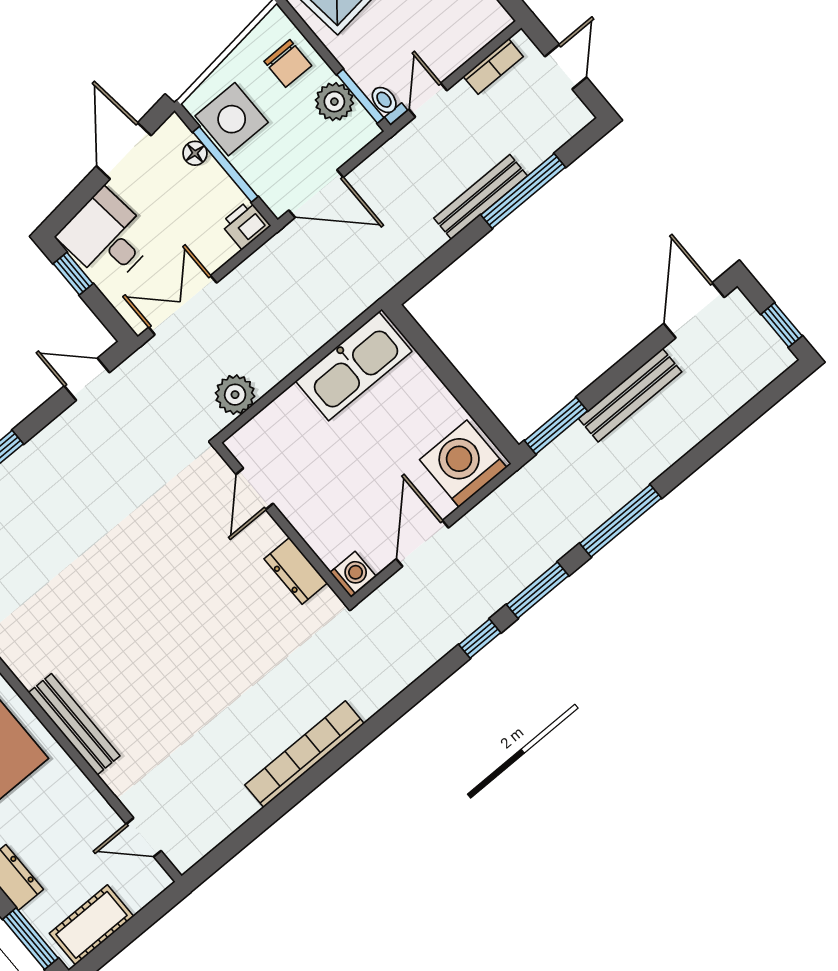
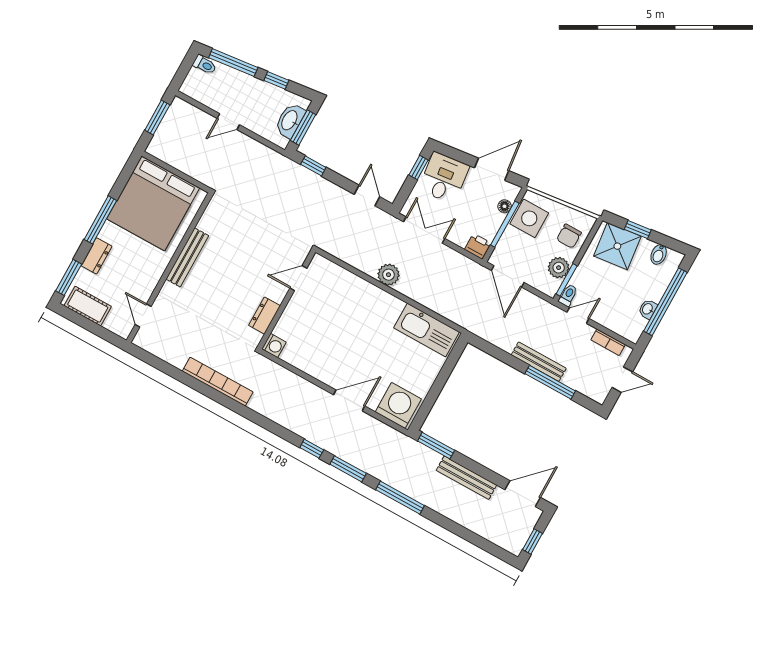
door: (255, 489) -> (298, 278), moved
wall: (283, 523) -> (287, 299), moved
dresser: (296, 571) -> (264, 316), moved
washing machine: (353, 574) -> (274, 346), moved

